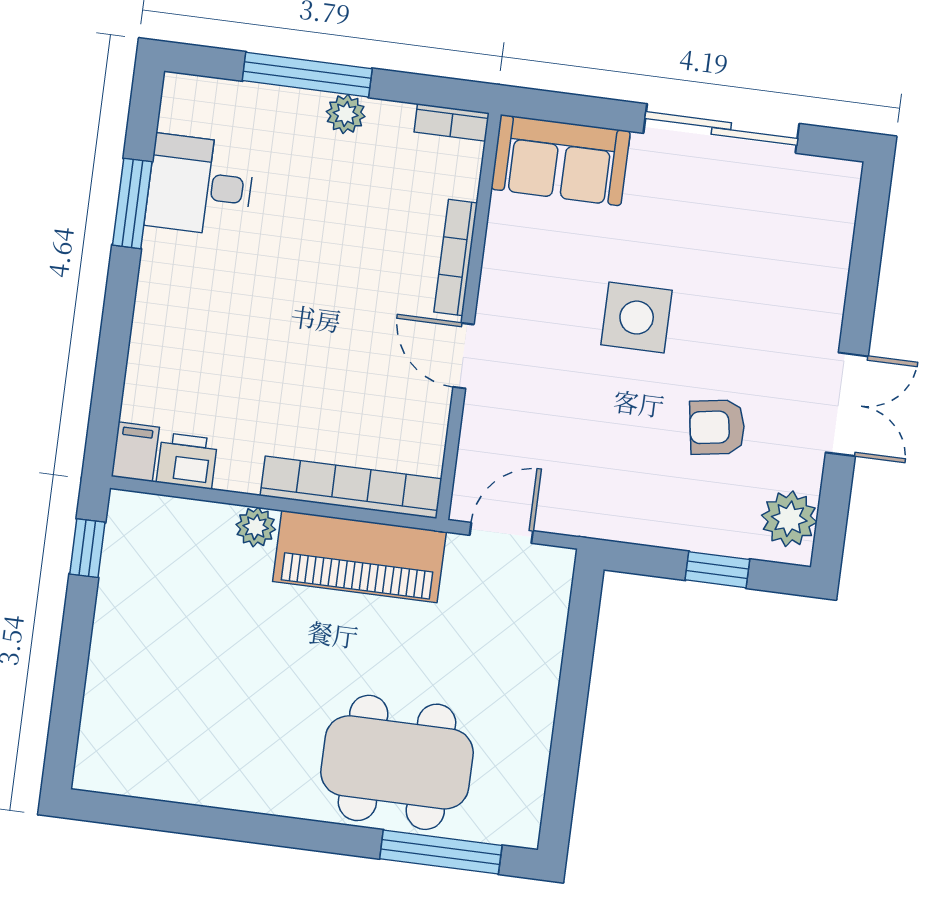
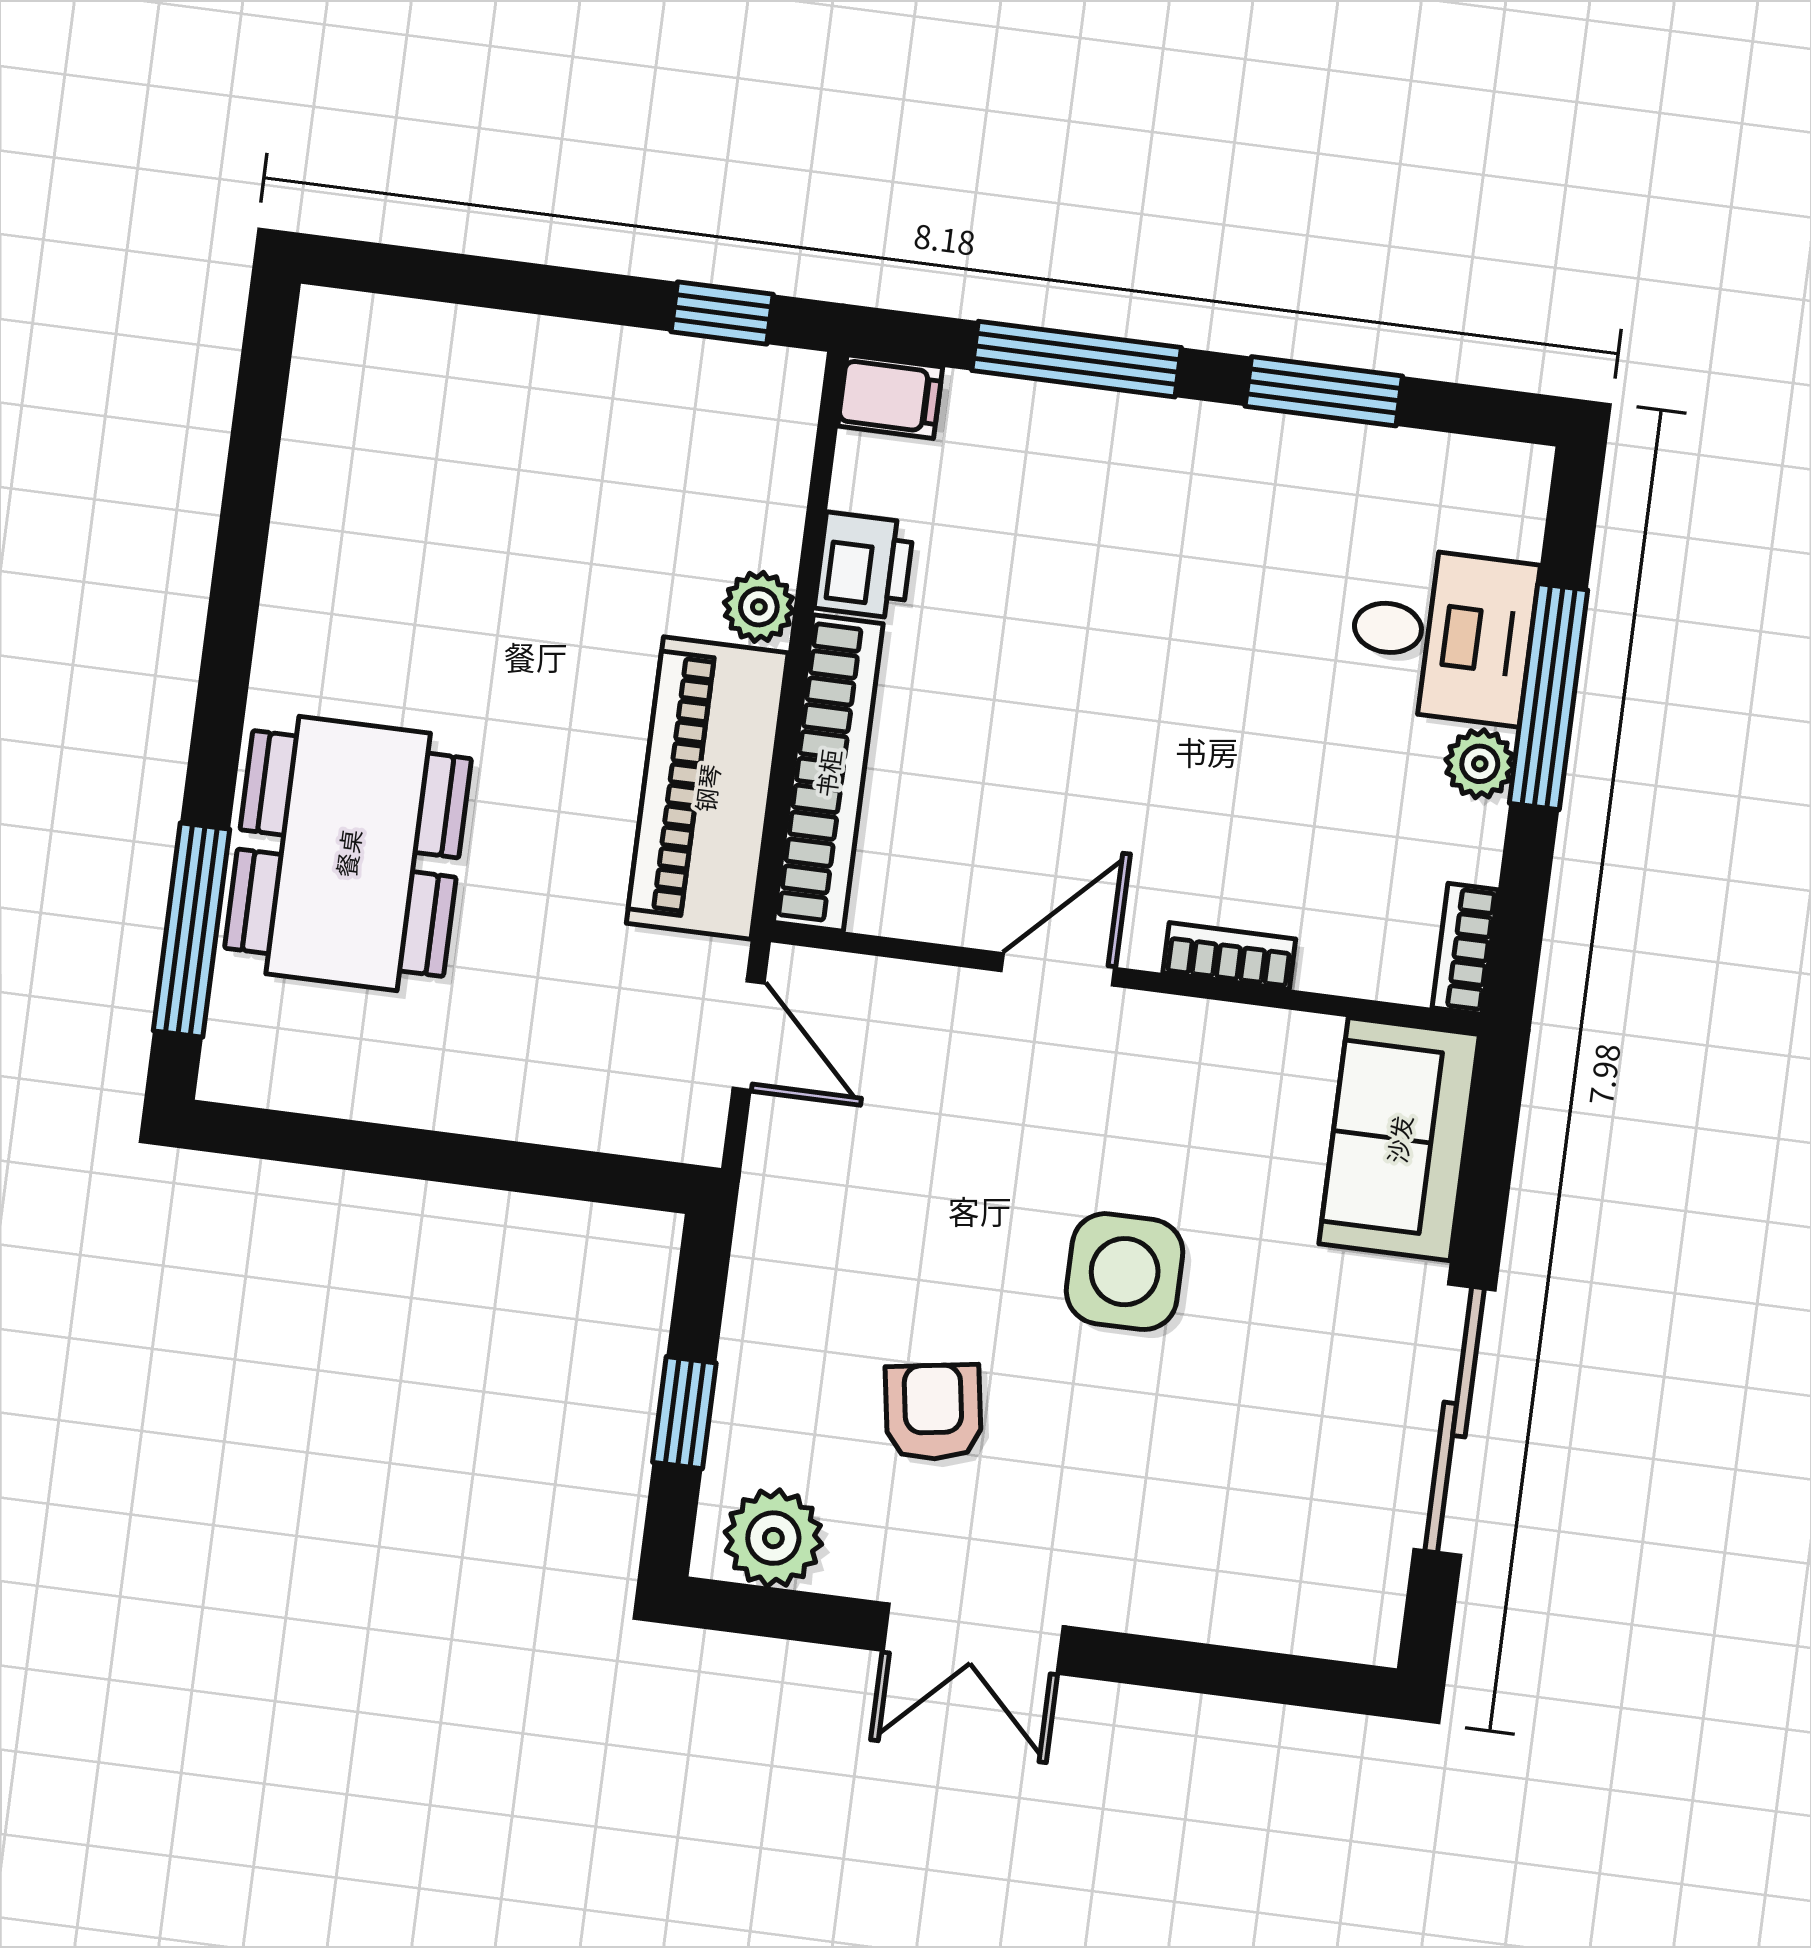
desk: (200, 185) -> (1442, 635), moved, turned 90
bookcase: (456, 257) -> (1229, 956), width x0.64
window: (114, 345) -> (1077, 359), added
printer: (187, 461) -> (864, 565), moved

